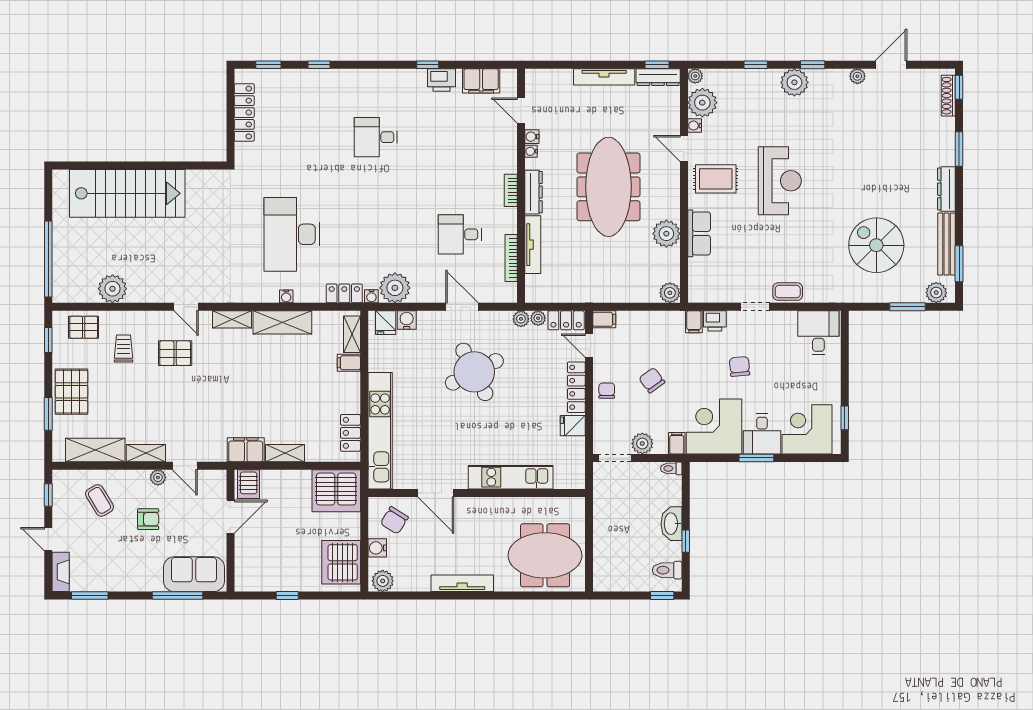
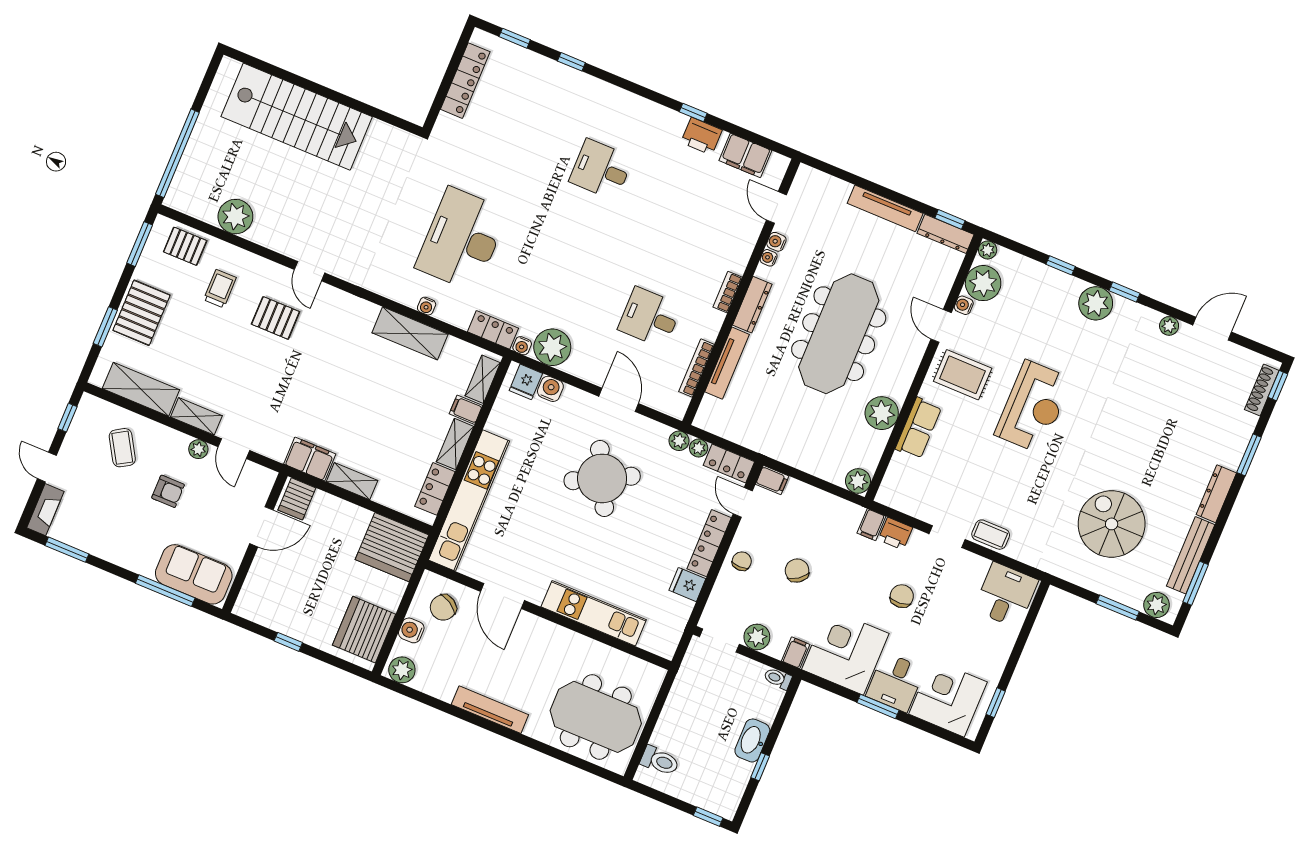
shelving: (232, 319) -> (455, 444), moved, turned 90
window: (48, 340) -> (140, 244), width x1.50
toilet: (667, 570) -> (660, 761), moved, turned 180

